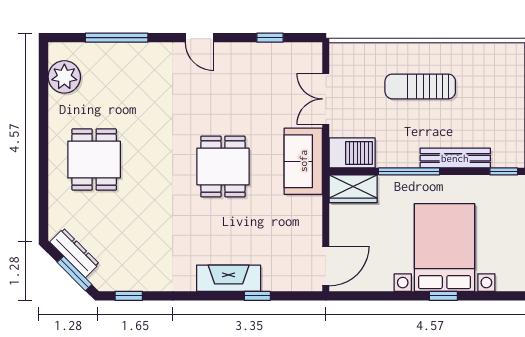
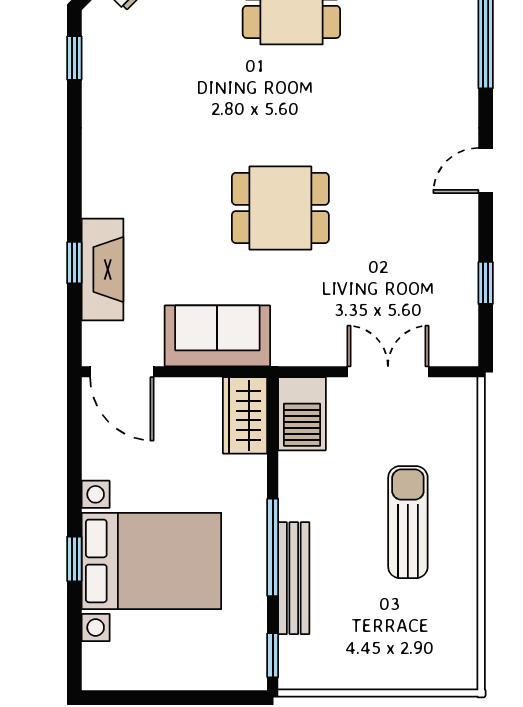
sofa: (303, 161) -> (217, 336), moved
window: (409, 171) -> (273, 547), moved
fireplace: (229, 278) -> (103, 269), moved

